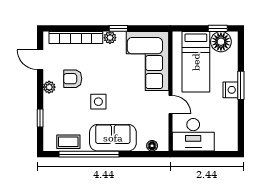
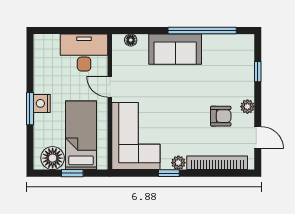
window: (218, 28) -> (72, 173), moved
side table: (98, 102) -> (192, 90), removed
coffee table: (68, 142) -> (226, 45), removed

